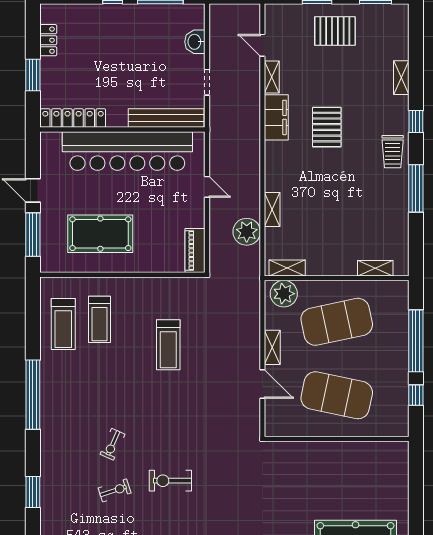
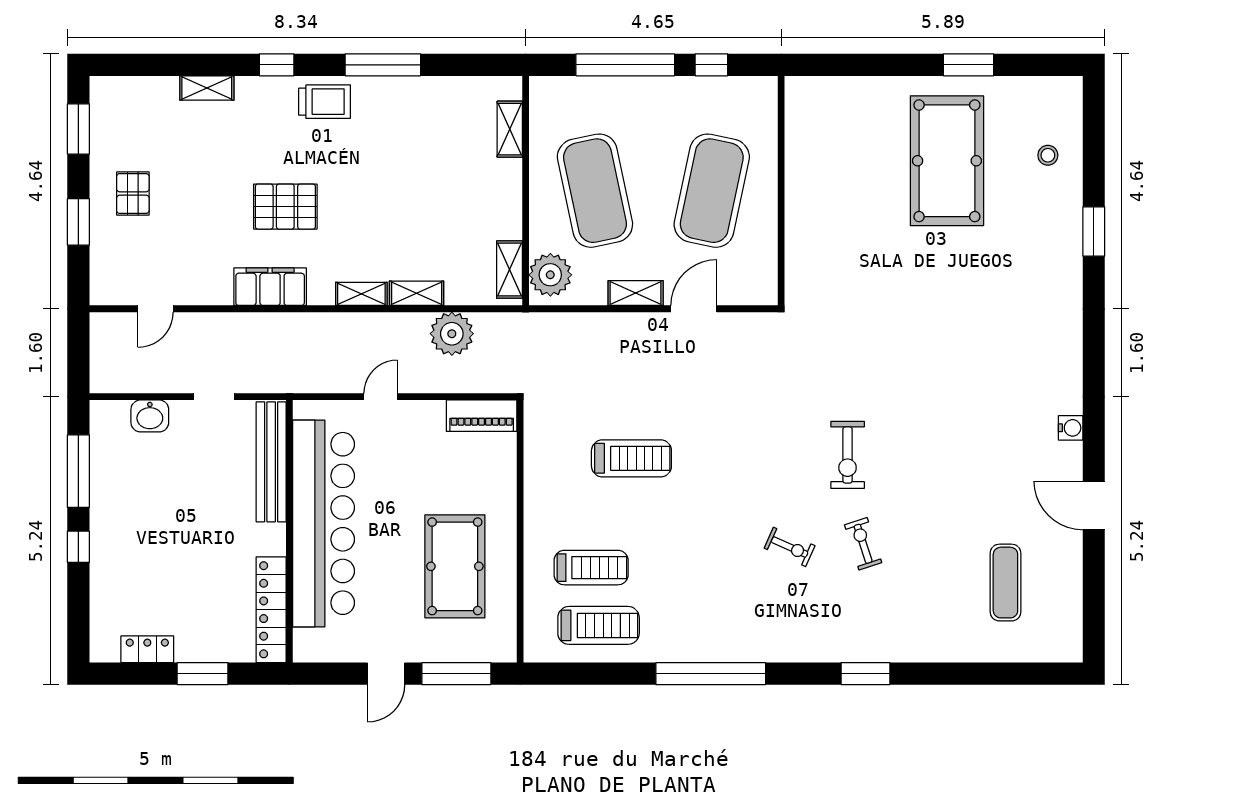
pallet: (335, 31) -> (133, 193), width x0.67, depth x0.71
shelving: (272, 77) -> (361, 294), moved

